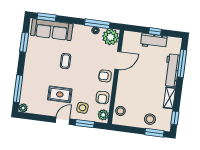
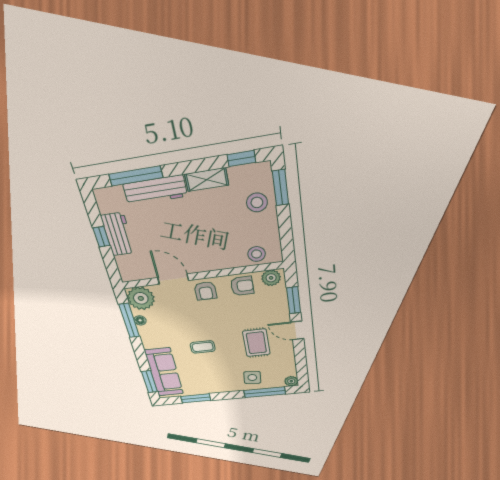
side table: (82, 108) -> (252, 378), moved

